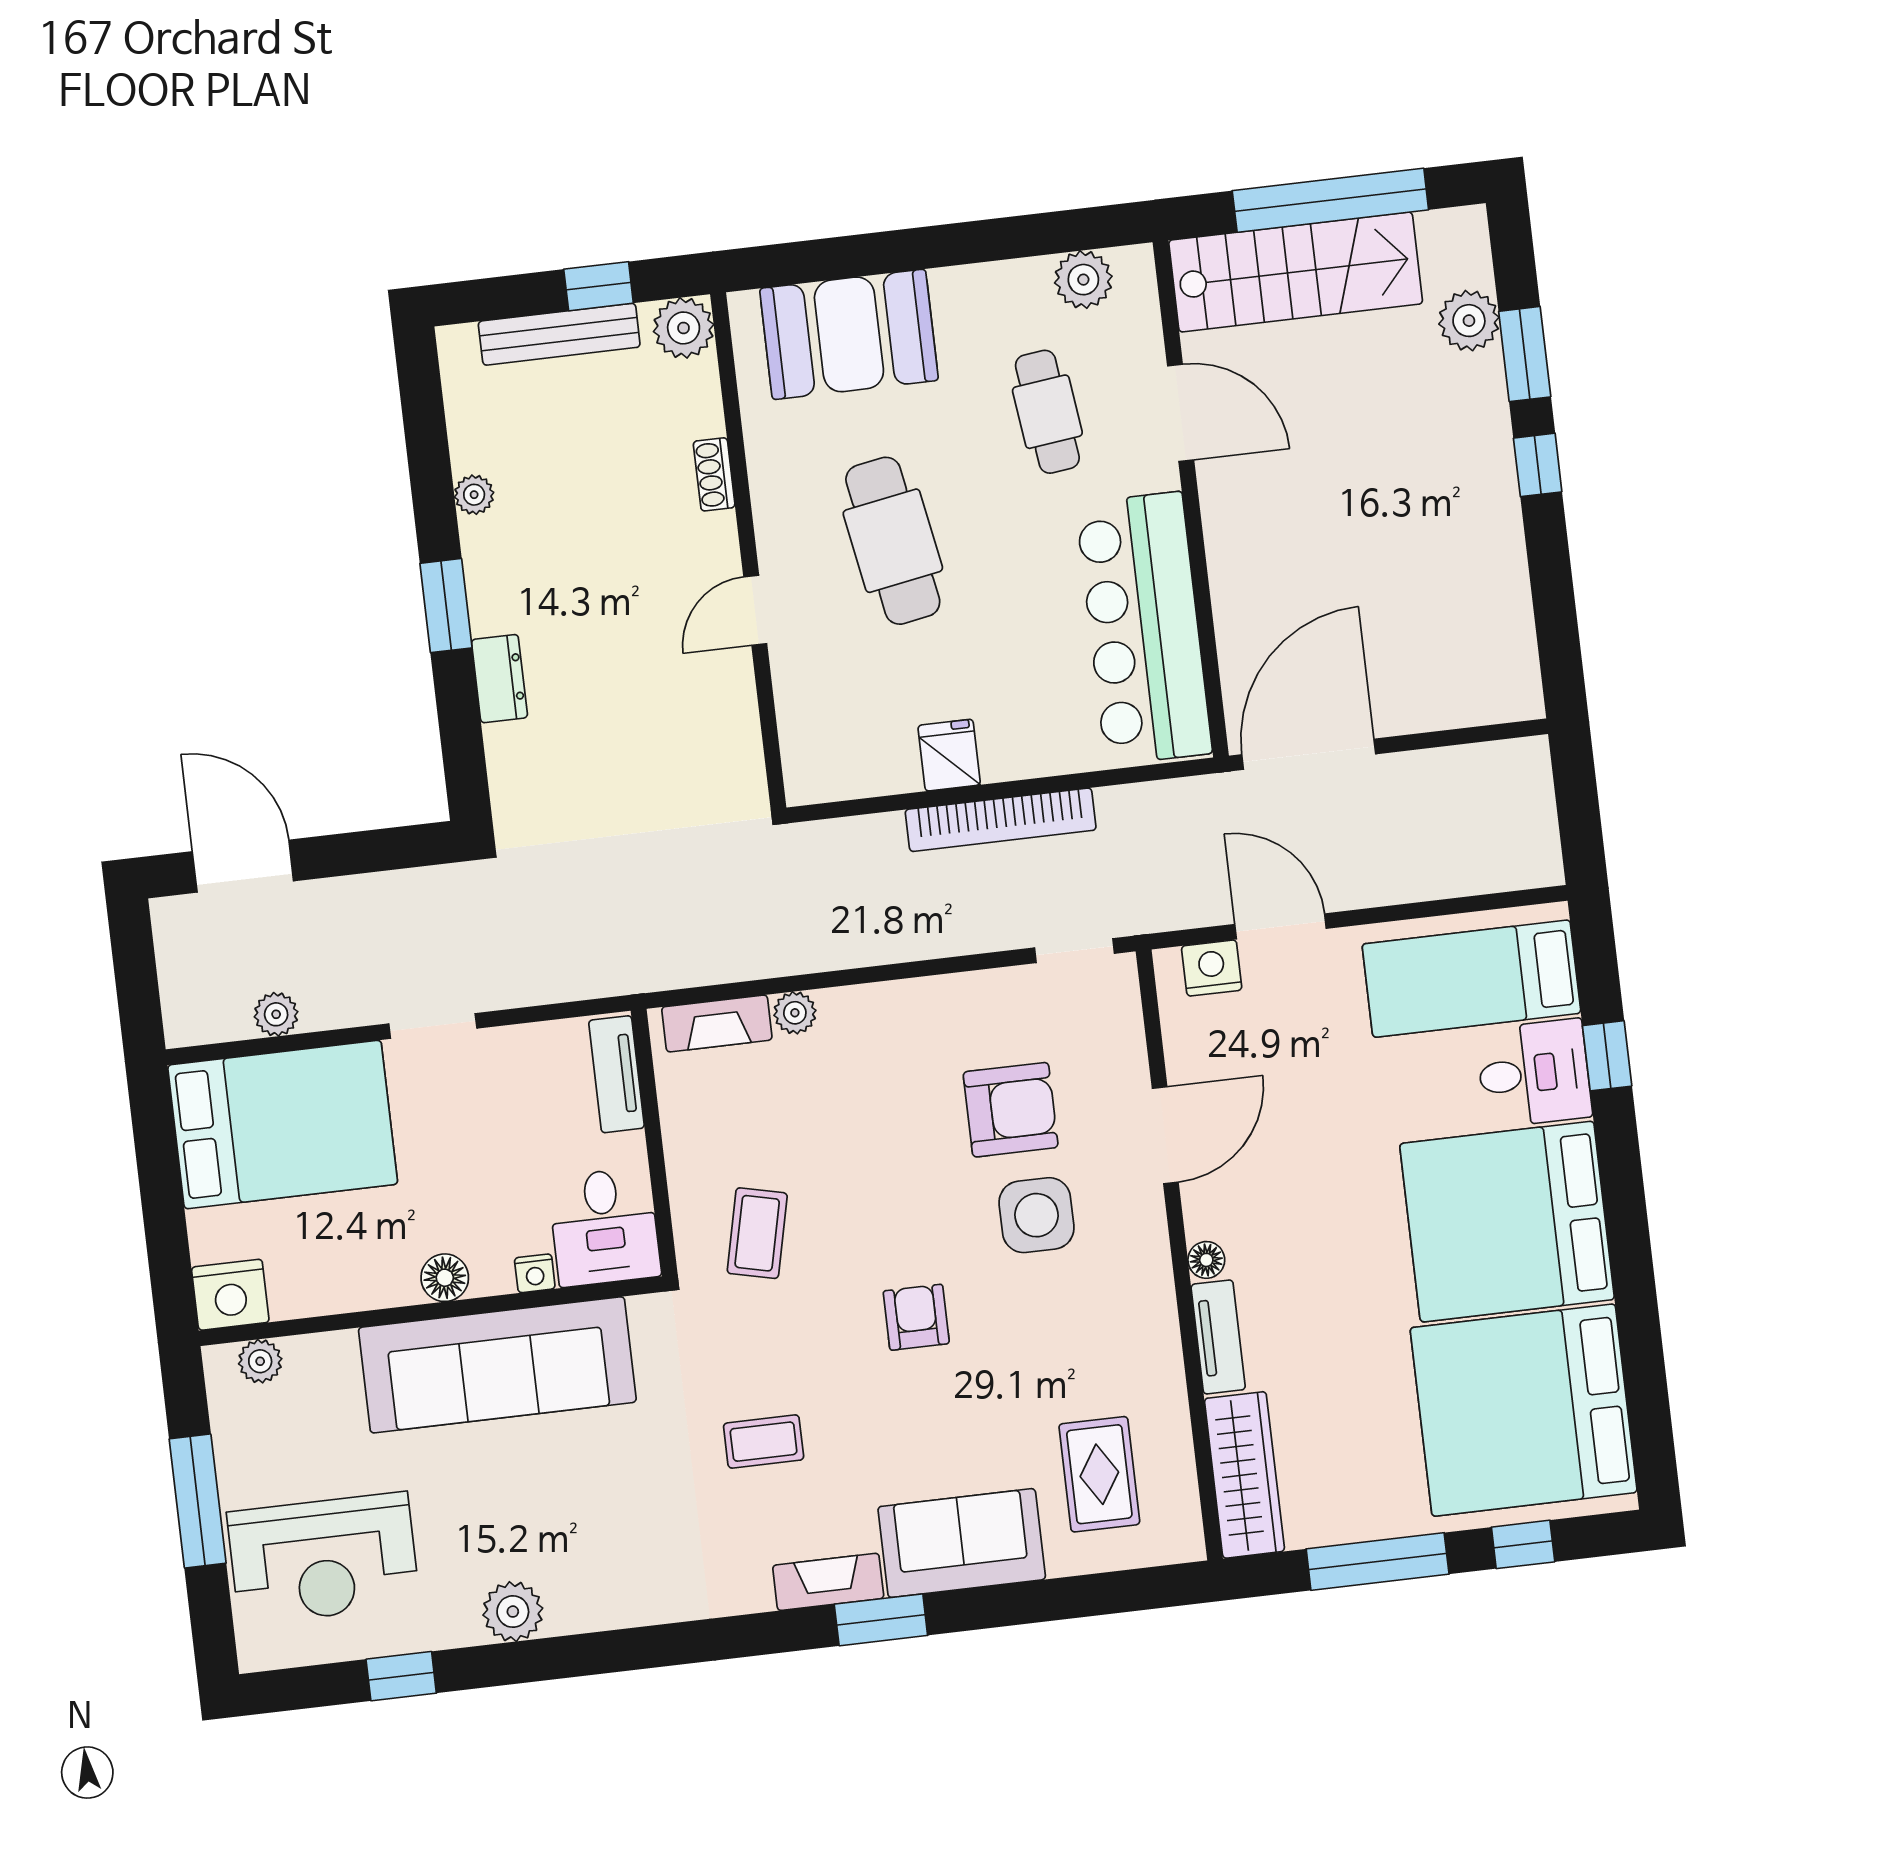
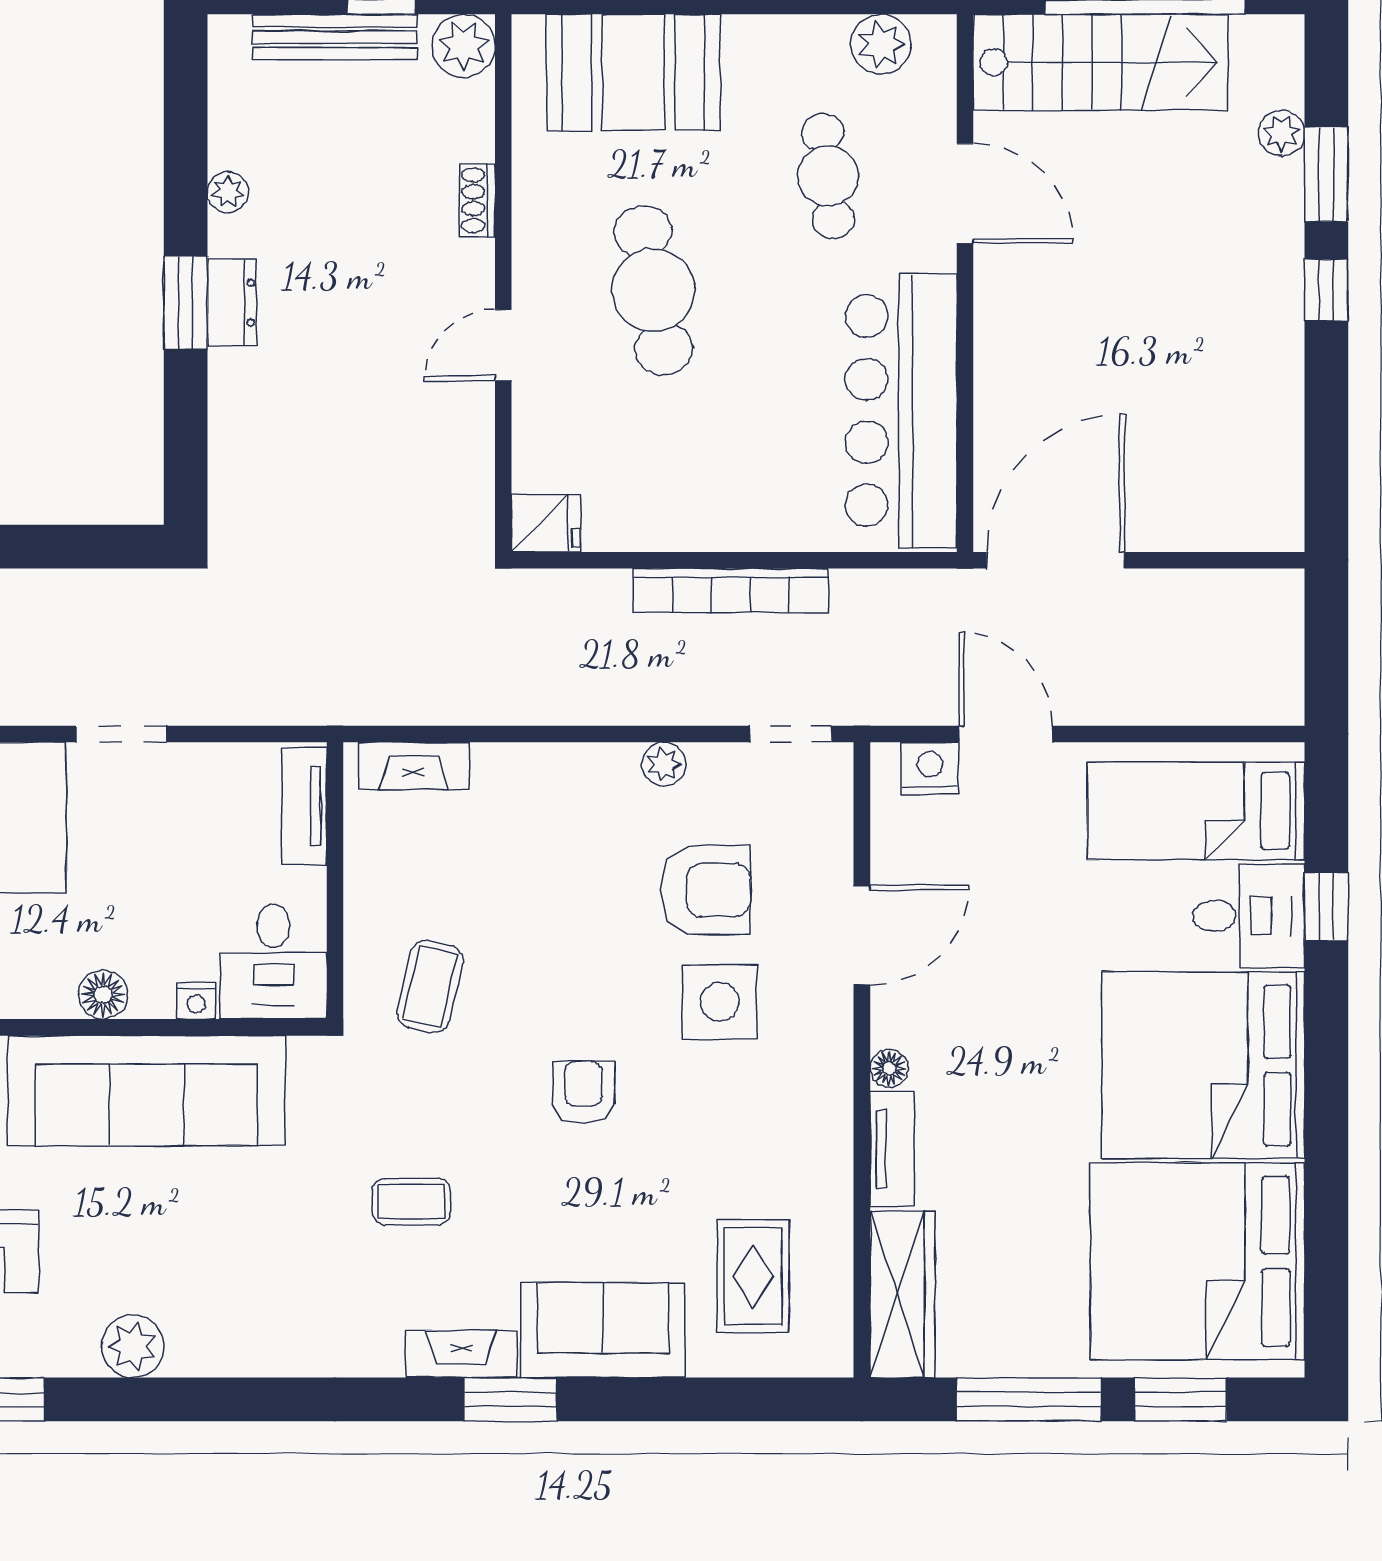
plant: (1469, 321) -> (1282, 133), width x0.73, depth x0.73
dresser: (499, 679) -> (232, 303), moved
fridge: (949, 755) -> (546, 523), moved, turned 90
plant: (795, 1013) -> (664, 764), moved
window: (1523, 1544) -> (1181, 1399), width x1.50

